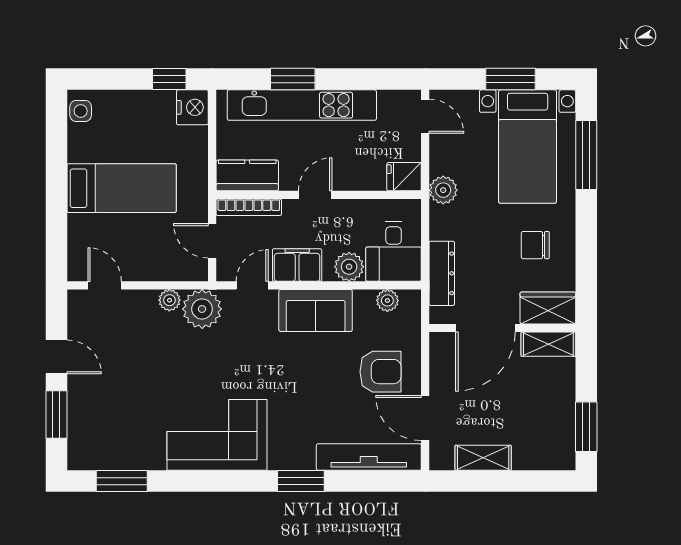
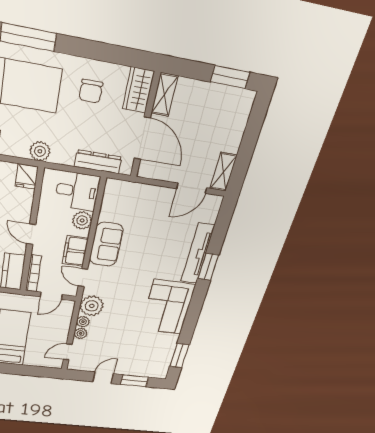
plant: (387, 300) -> (81, 333), moved
armchair: (380, 372) -> (154, 211), removed
tv unit: (369, 457) -> (198, 254), moved
shelving: (483, 458) -> (223, 172), moved

